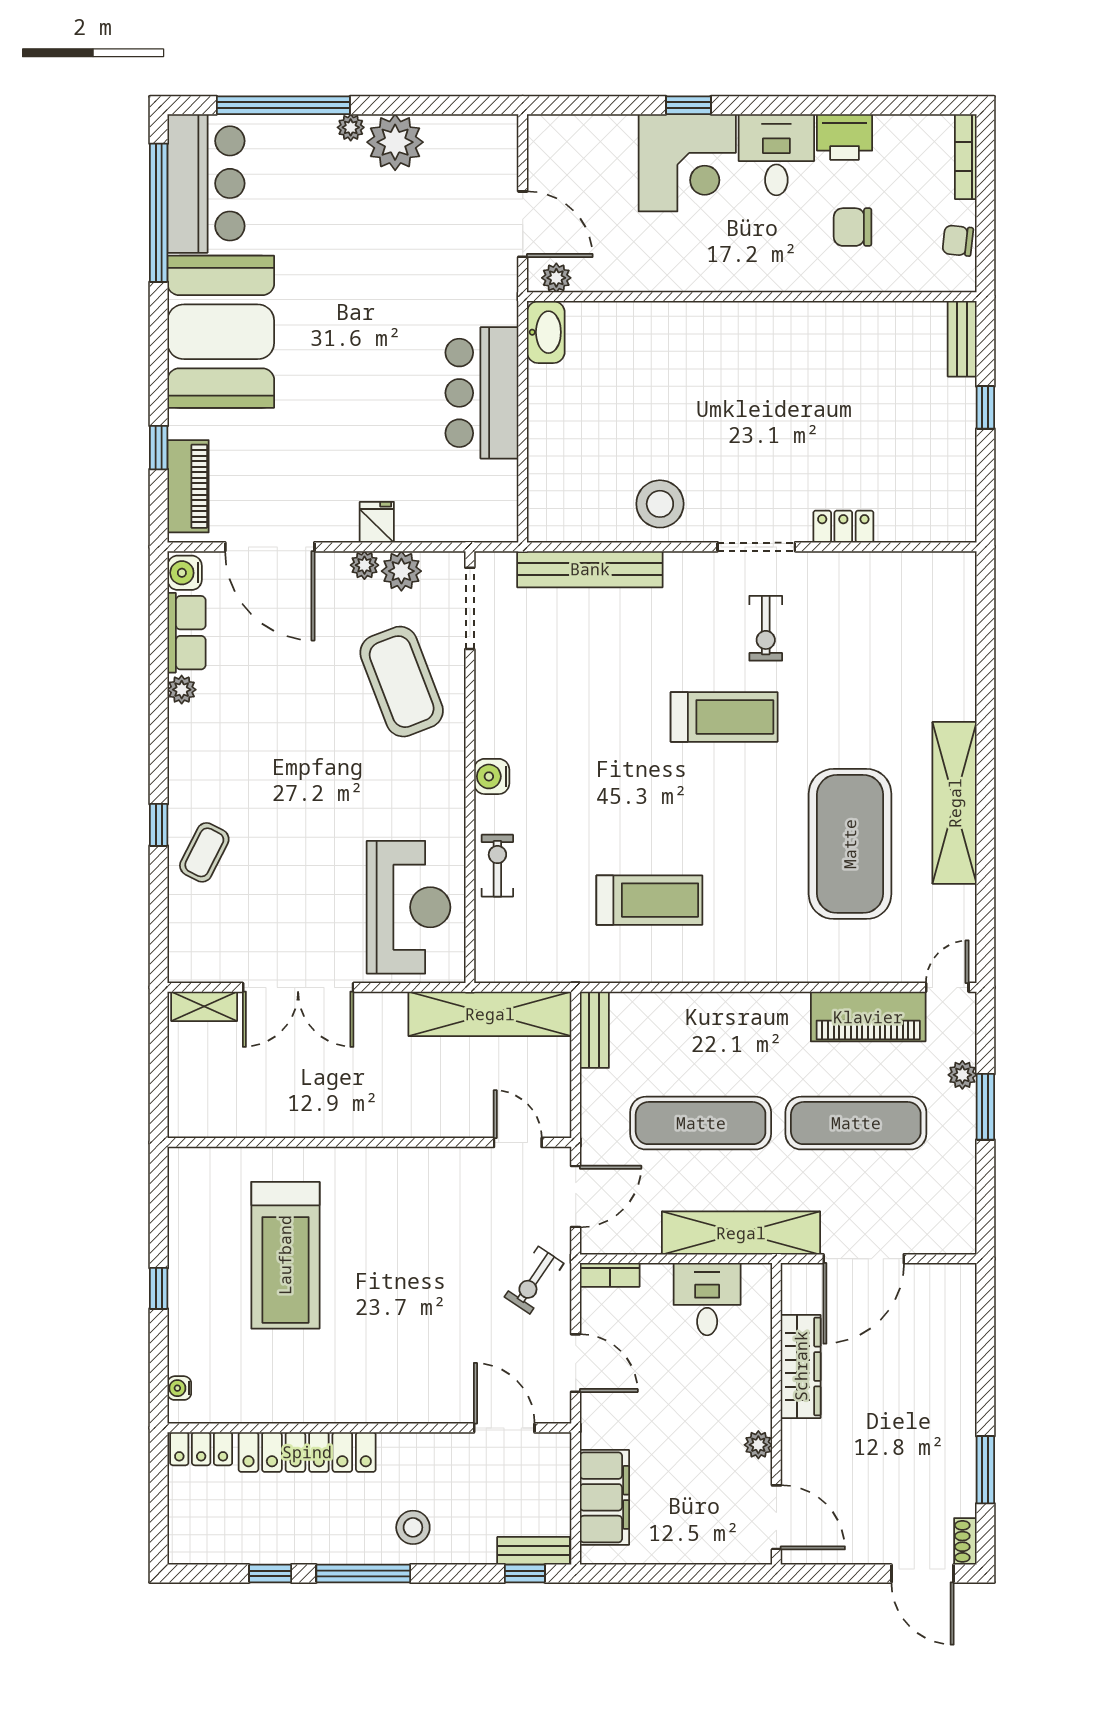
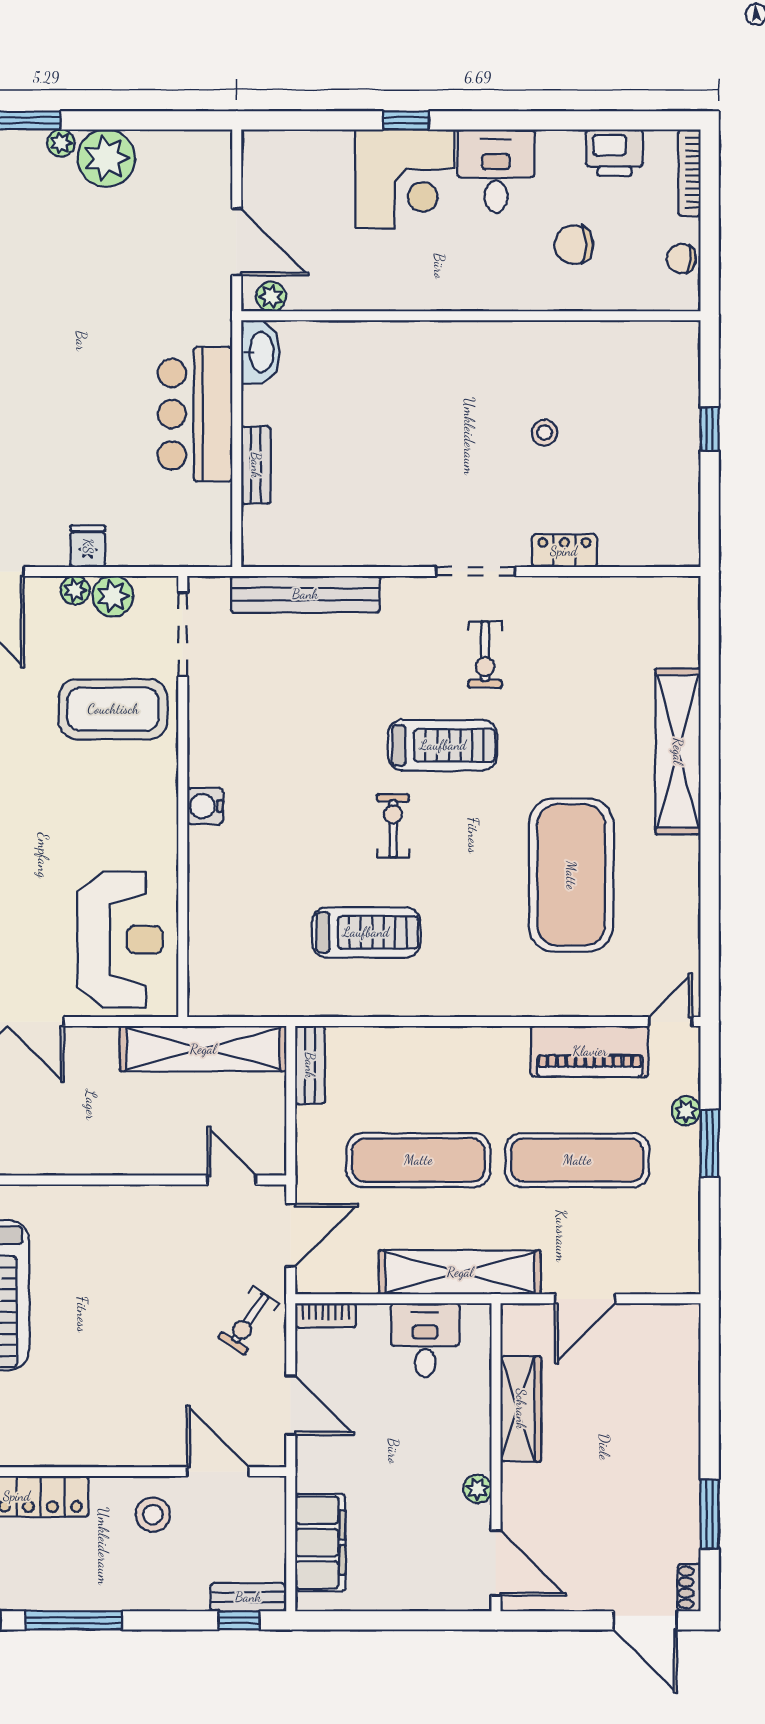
printer: (845, 137) -> (614, 153), moved
bench: (962, 339) -> (256, 465), moved
stool: (660, 504) -> (544, 433), moved, width x0.53, depth x0.53
coffee table: (402, 682) -> (113, 709), turned -69
shelving: (955, 803) -> (678, 751), moved
exercise bike: (497, 866) -> (393, 826), moved
door: (864, 1259) -> (585, 1299), width x0.73
stool: (413, 1527) -> (153, 1515), moved

